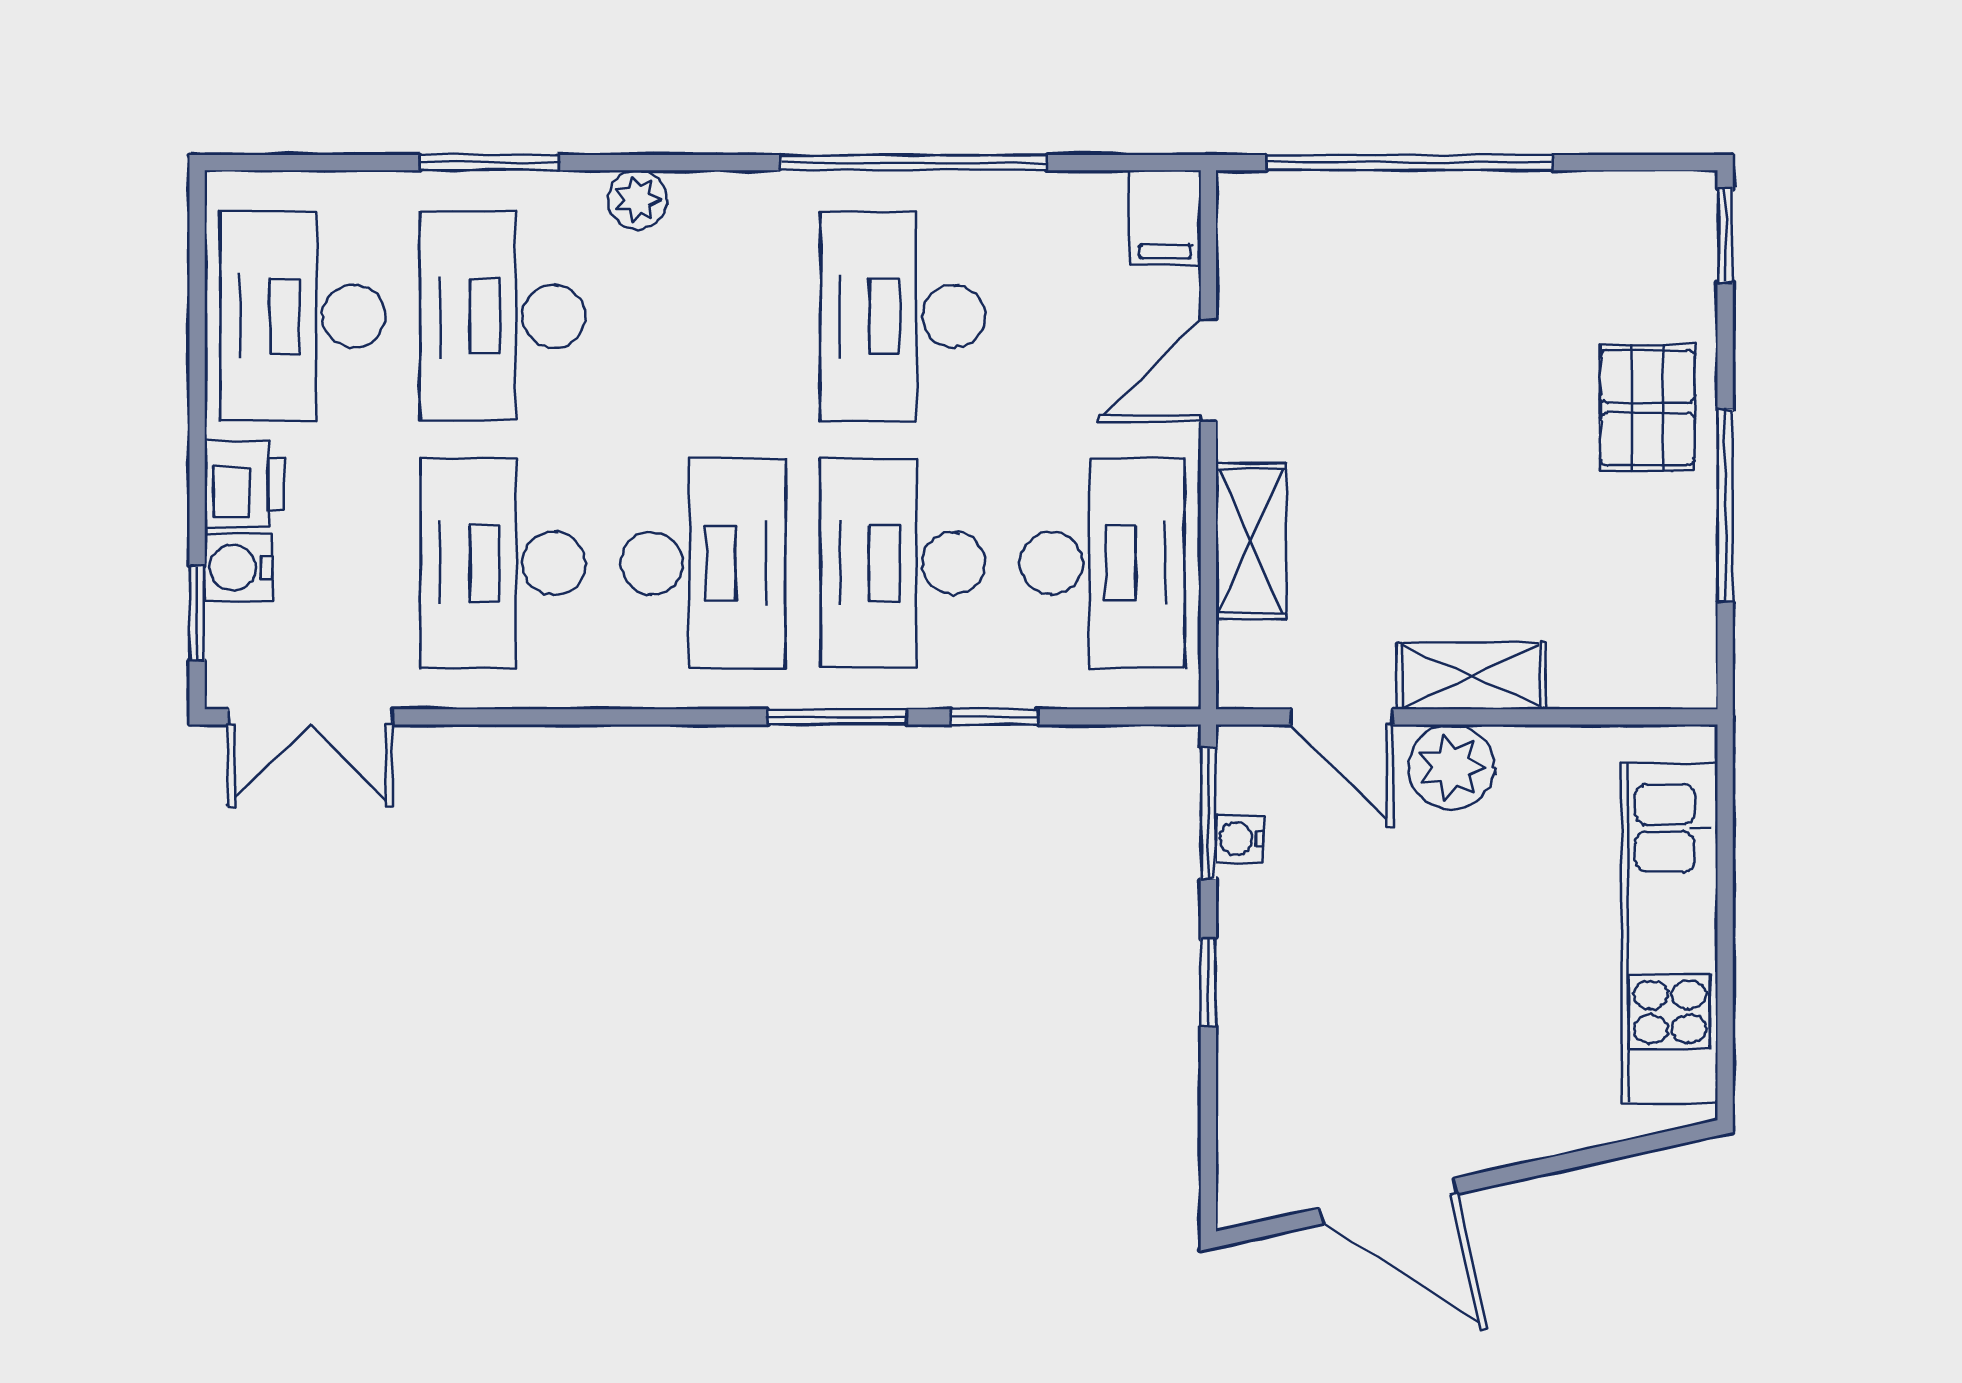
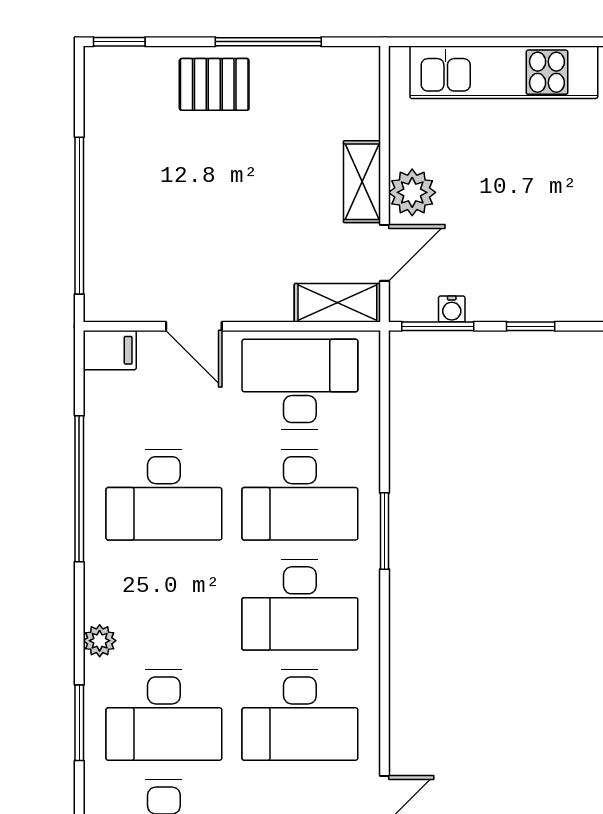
shelving: (1251, 541) -> (337, 303), moved
desk: (703, 563) -> (300, 605), turned 180
window: (995, 717) -> (385, 444), removed

